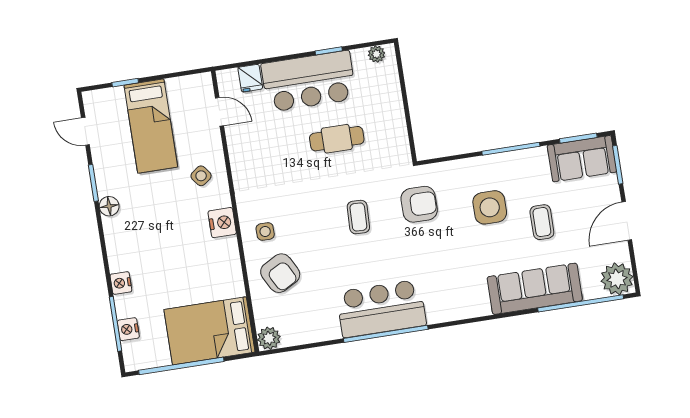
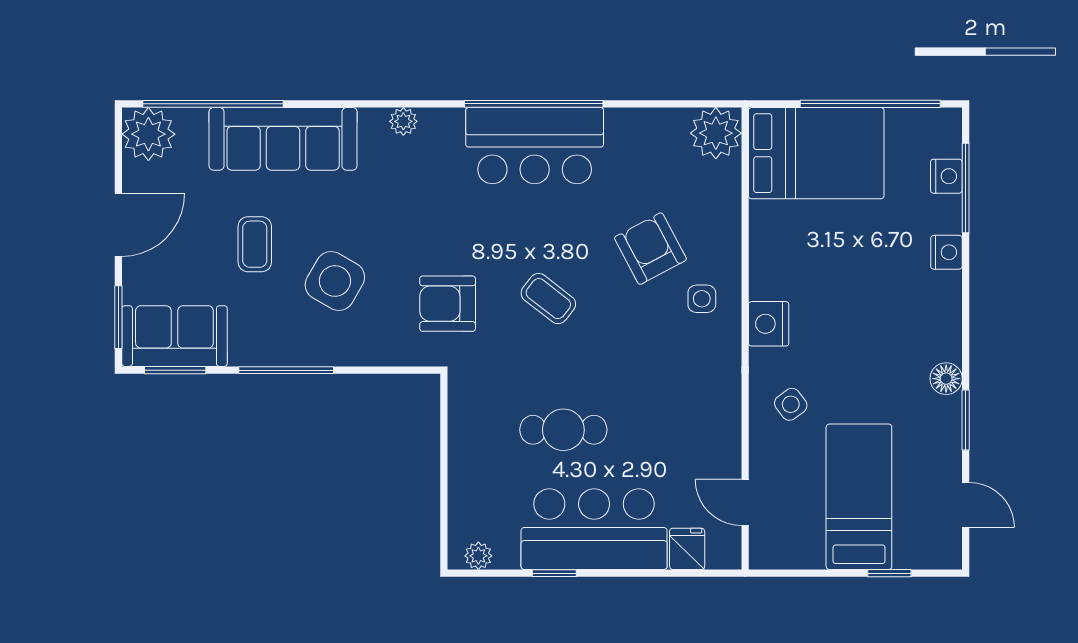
side table: (490, 207) -> (335, 281), turned 30
coffee table: (358, 217) -> (548, 299), turned -54
armchair: (280, 273) -> (650, 249), moved
plant: (463, 311) -> (403, 121), added
plant: (269, 338) -> (716, 133), width x1.36, depth x1.36

